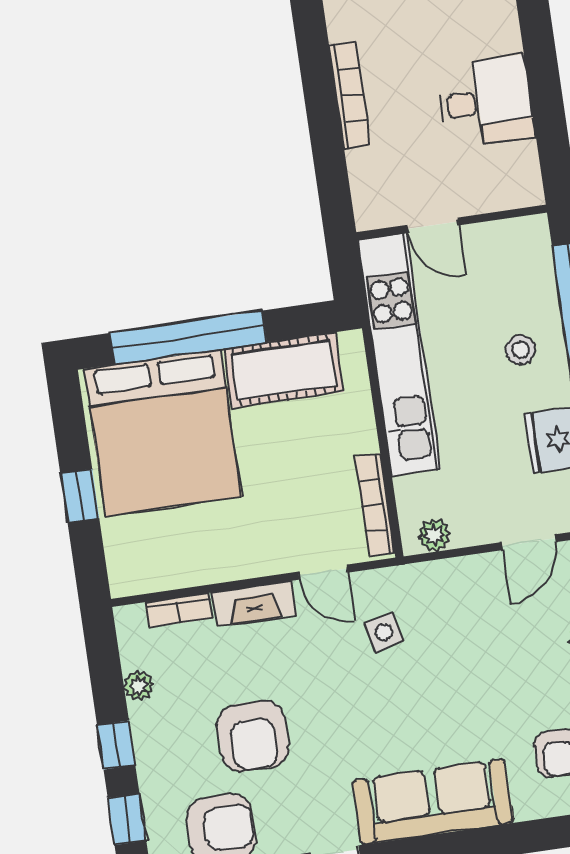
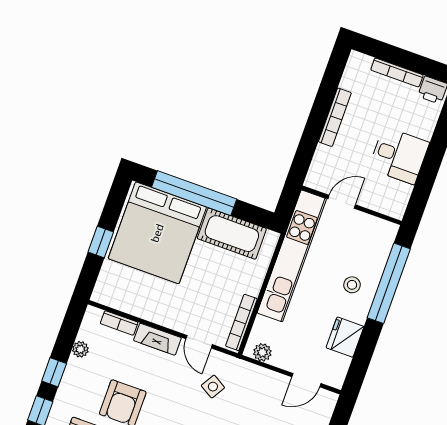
door: (433, 225) -> (342, 202), swing flipped
side table: (384, 632) -> (213, 387), turned 45

